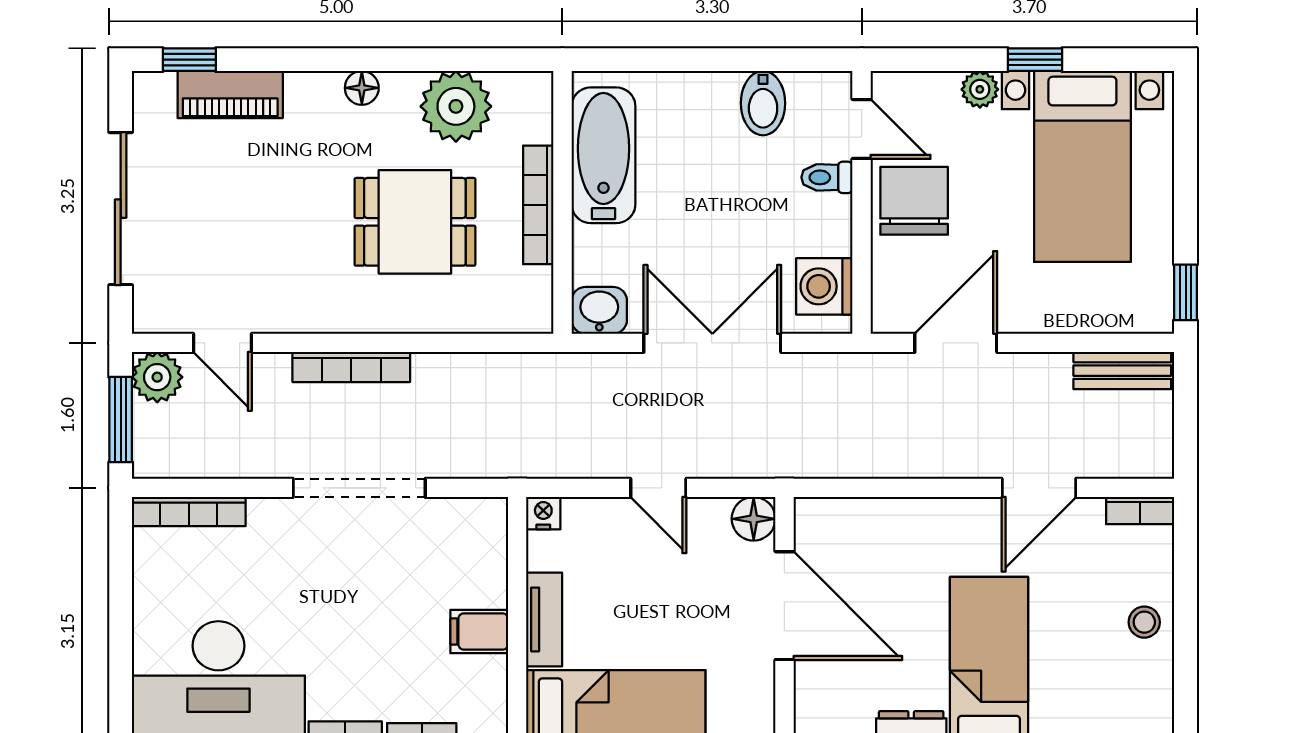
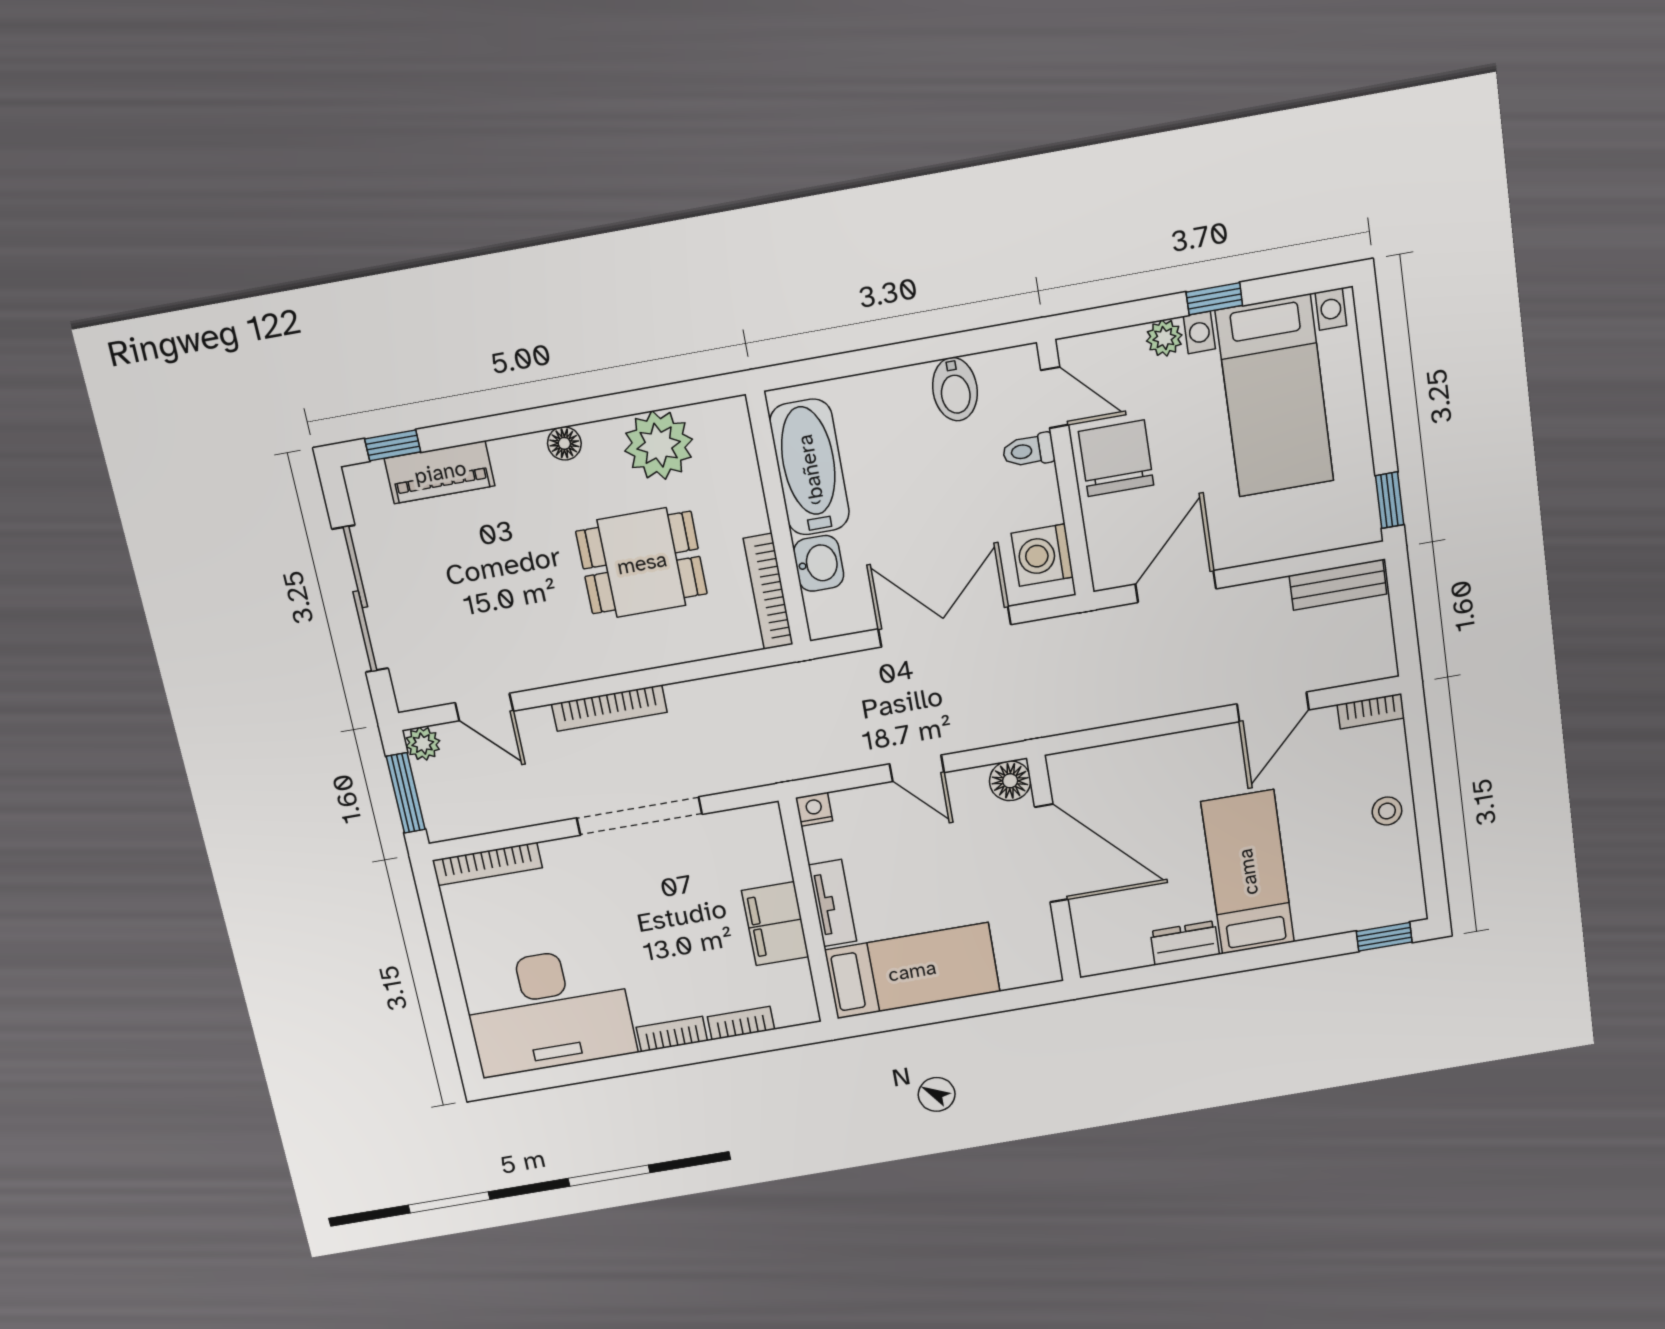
bookcase: (538, 205) -> (768, 592), moved
washbasin: (599, 310) -> (819, 563), moved, turned 90
plant: (157, 377) -> (423, 744), width x0.73, depth x0.73
filing cabinet: (479, 632) -> (775, 924), width x2.00

